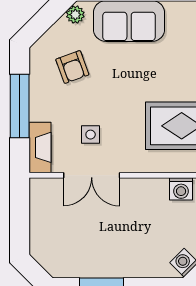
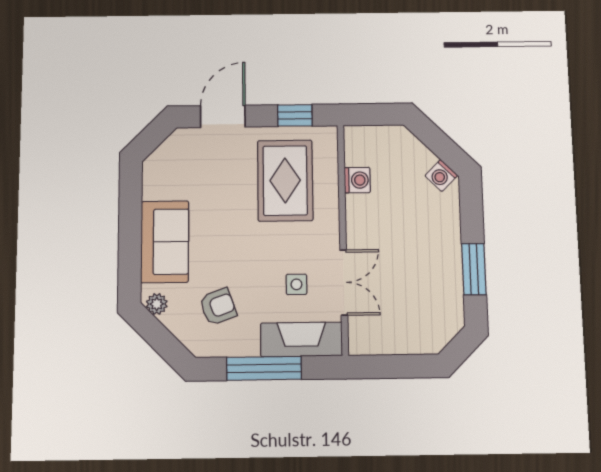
fireplace: (40, 147) -> (301, 339), width x1.37, depth x1.32

